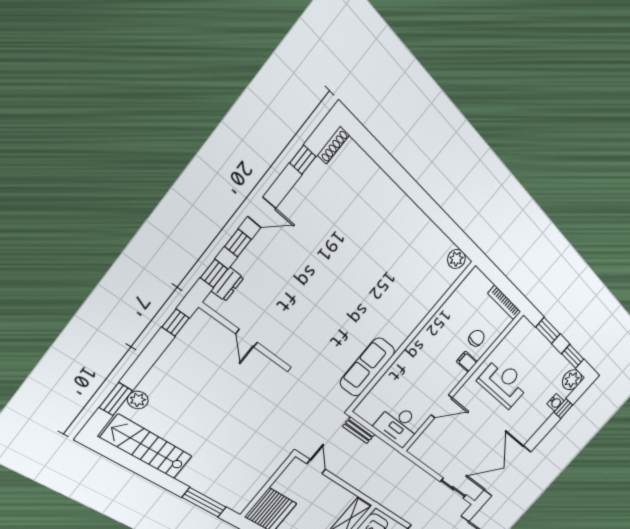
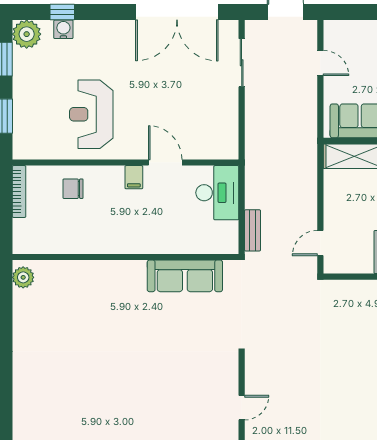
filing cabinet: (467, 362) -> (134, 177), moved

